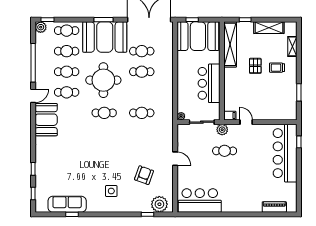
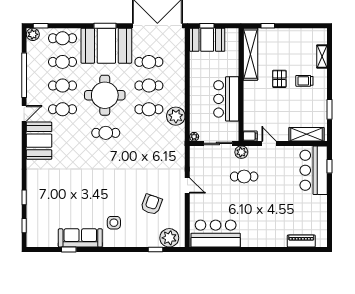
shelving: (269, 28) -> (307, 134), moved
booth: (198, 36) -> (207, 40), width x0.73, depth x0.70
plant: (165, 98) -> (176, 116), added
cafe table: (142, 113) -> (149, 109), moved
bar counter: (285, 153) -> (314, 170), width x0.73
sofa: (67, 204) -> (80, 238), moved

